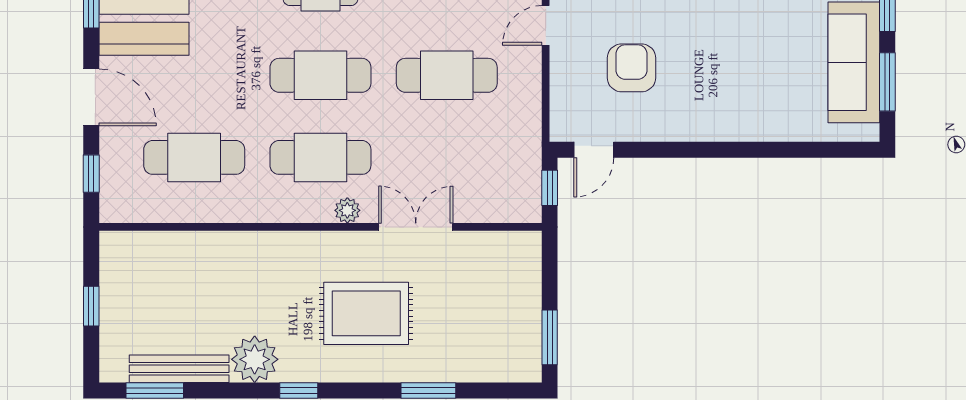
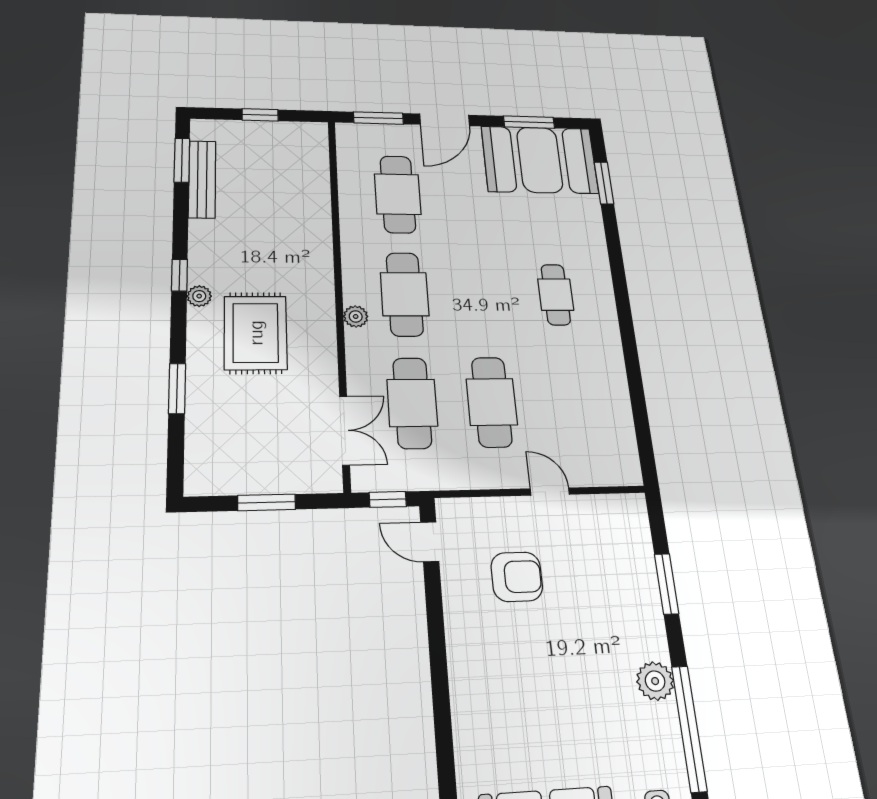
cafe table: (320, 75) -> (412, 403), moved
window: (91, 174) -> (378, 118), width x1.50
double door: (416, 227) -> (345, 430), moved
window: (550, 337) -> (267, 502), moved
plant: (255, 359) -> (199, 296), moved, width x0.53, depth x0.53

